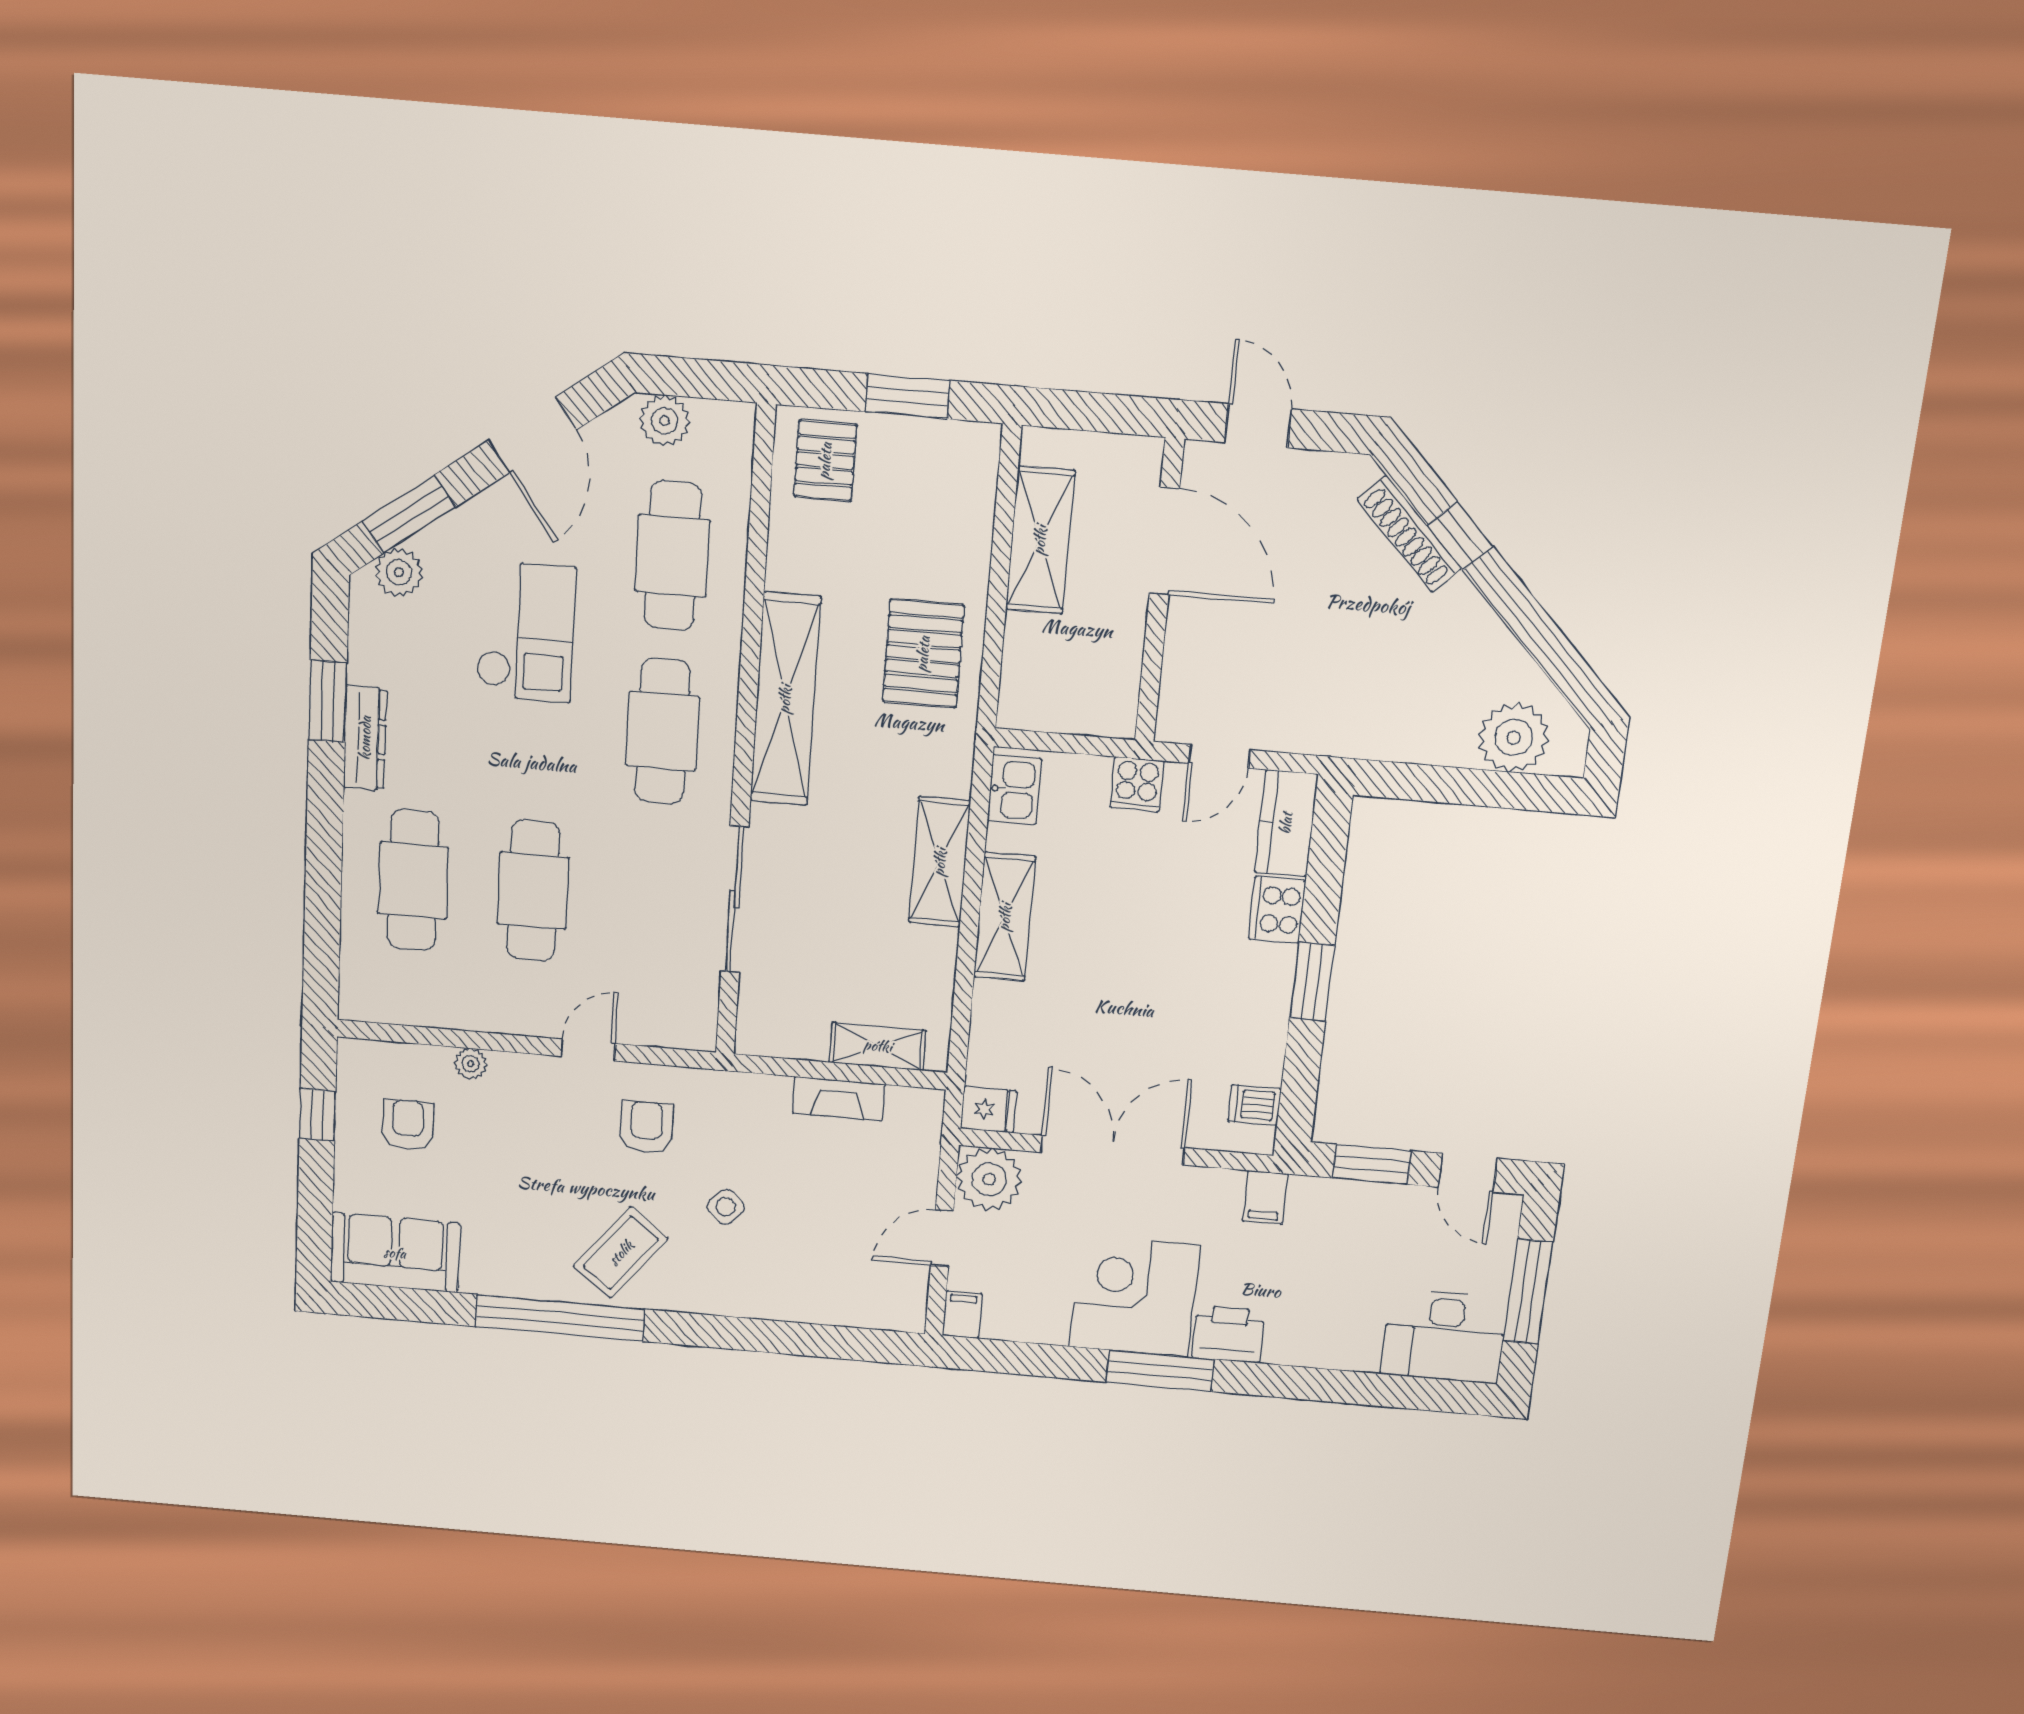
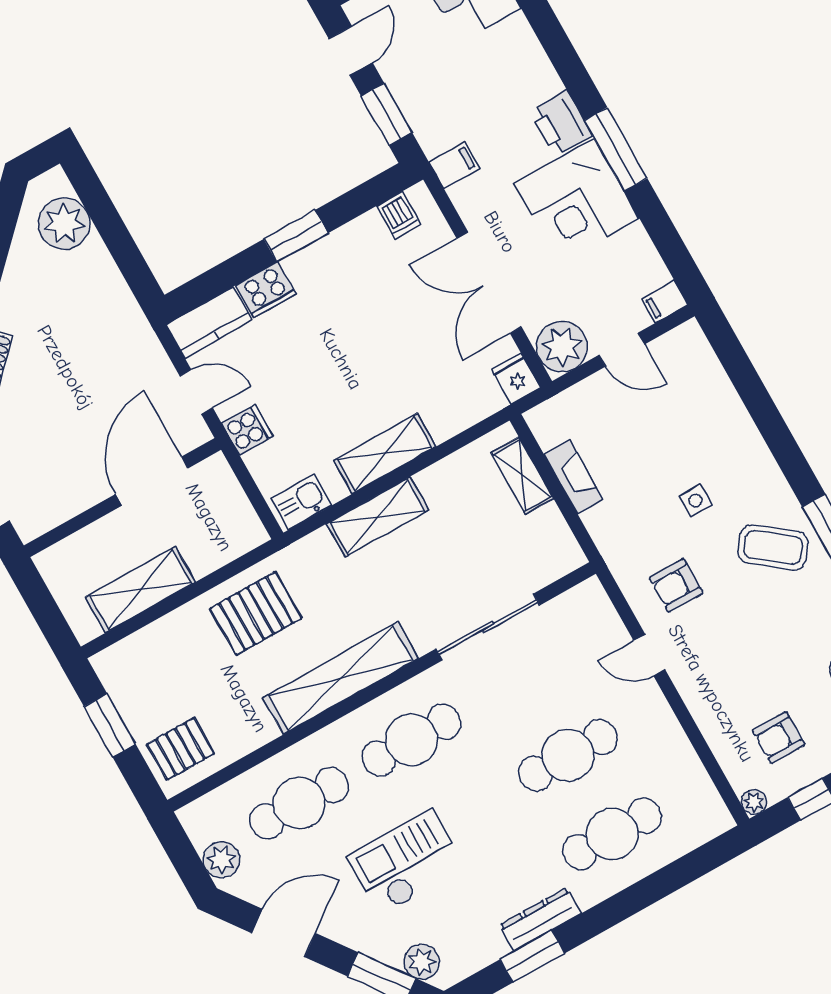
door: (1164, 541) -> (152, 481), moved
plant: (471, 1064) -> (754, 802), moved
side table: (726, 1207) -> (695, 501), turned 45

